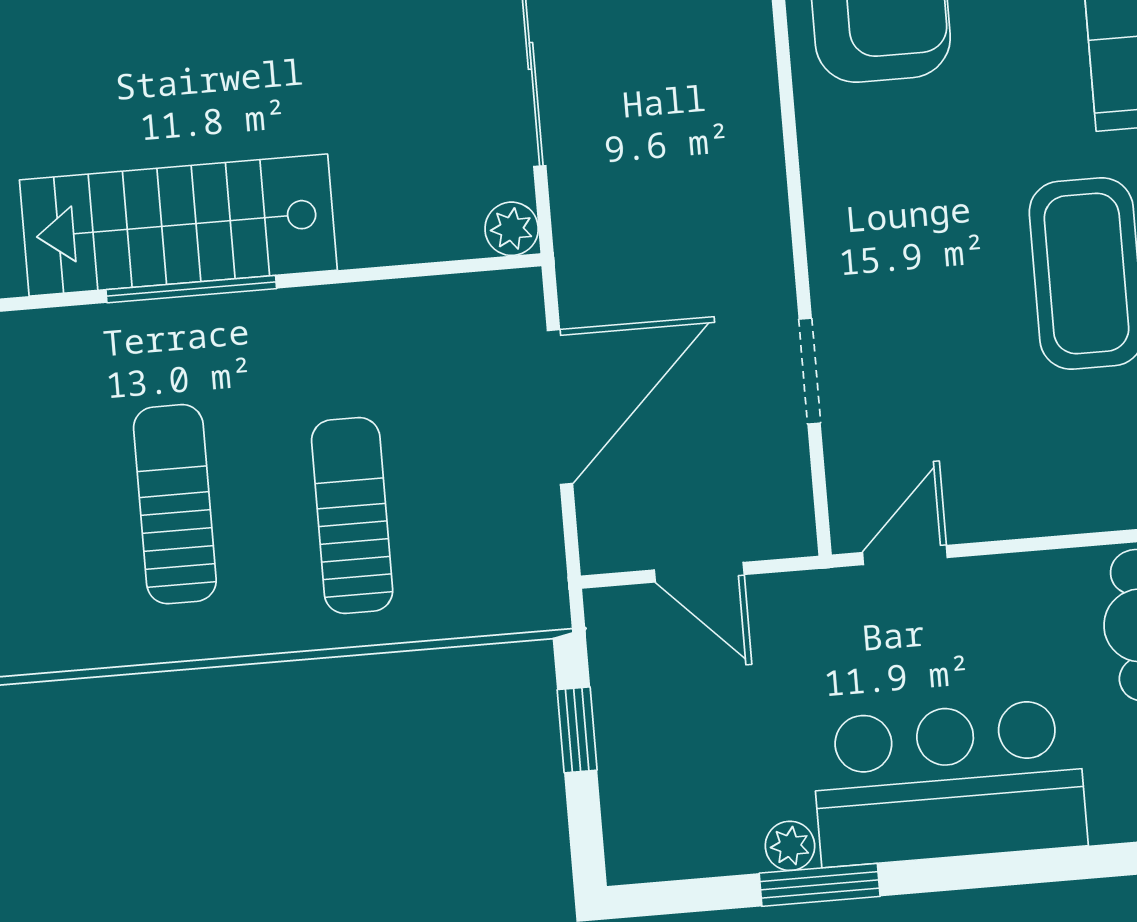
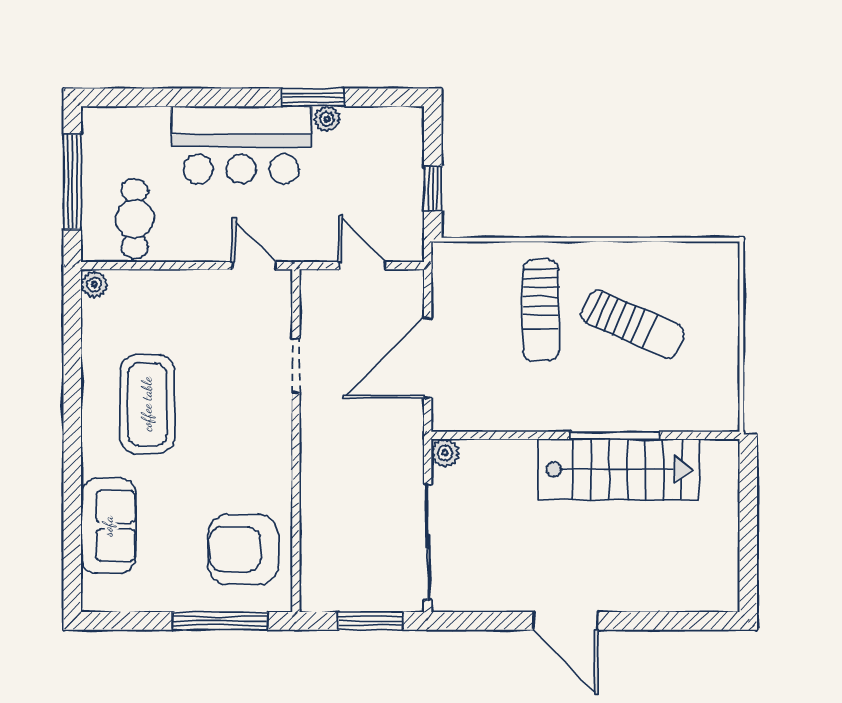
sun lounger: (175, 504) -> (633, 324), turned -66
door: (905, 555) -> (254, 266), swing flipped

